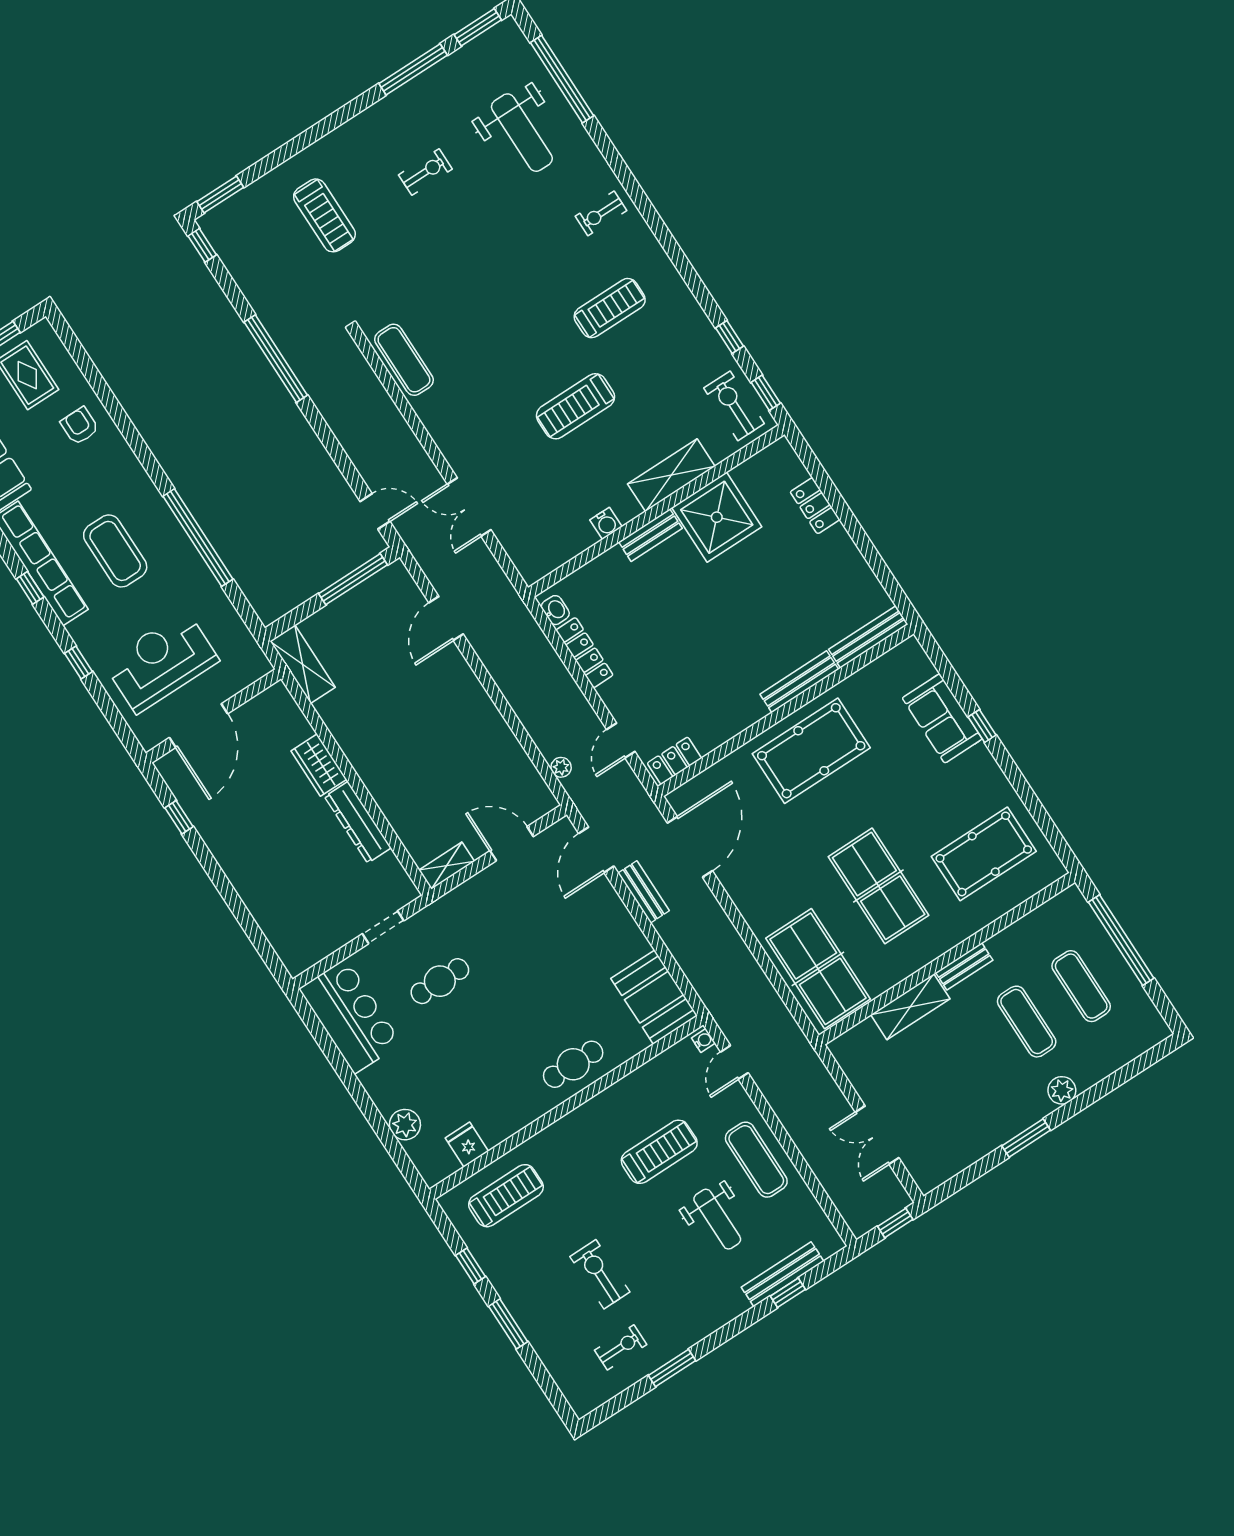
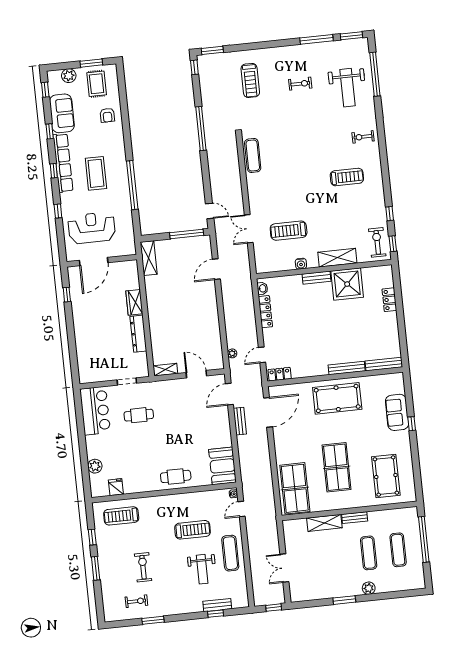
treadmill: (576, 406) -> (289, 231), moved
armchair: (80, 426) -> (107, 115), turned 180
pool table: (984, 854) -> (386, 476), turned 90
treadmill: (506, 1196) -> (121, 516), turned 180
bench: (783, 1274) -> (217, 605), width x0.73

